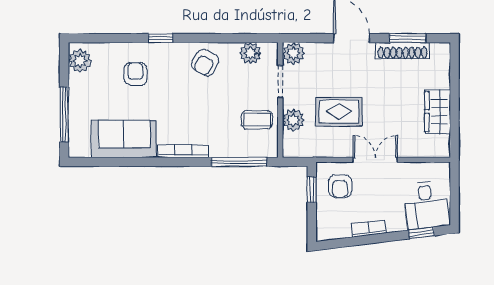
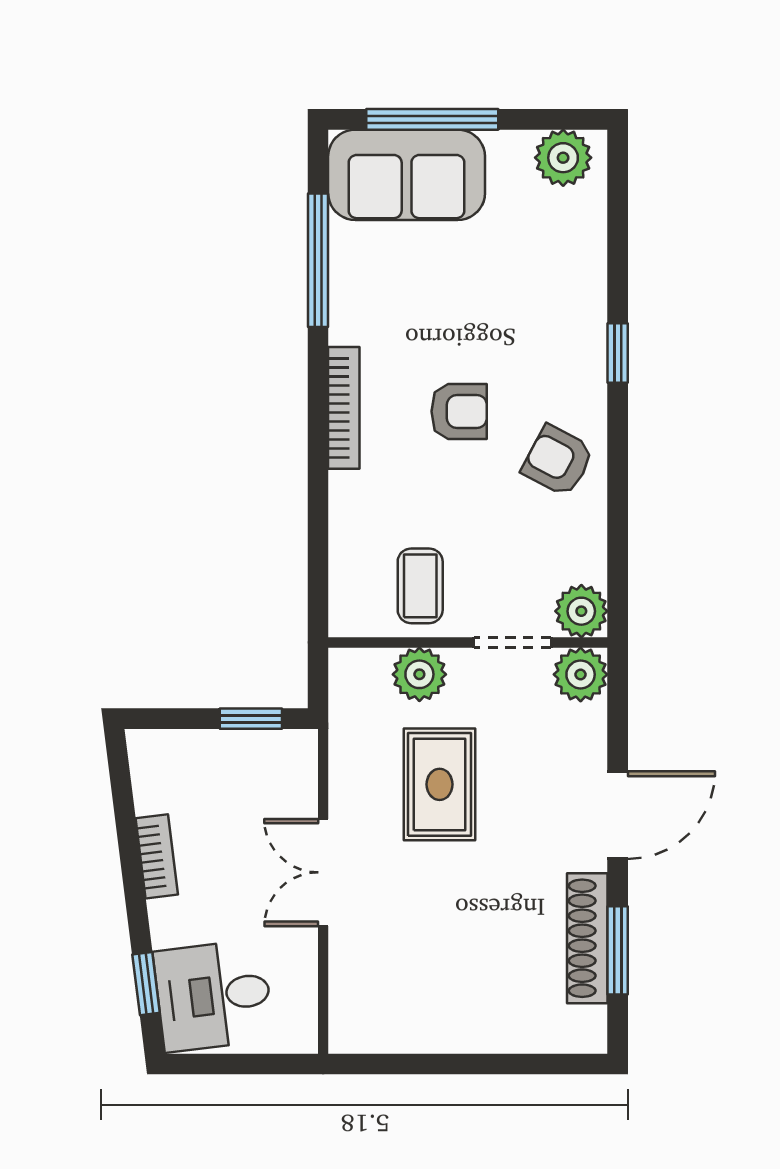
plant: (250, 53) -> (581, 611), moved
armchair: (135, 74) -> (459, 411), moved
wardrobe: (438, 112) -> (440, 1023), removed
sofa: (124, 139) -> (407, 175), moved, turned 90
double door: (375, 160) -> (323, 872), swing flipped
window: (239, 162) -> (318, 260), moved
armchair: (340, 186) -> (259, 787), removed

